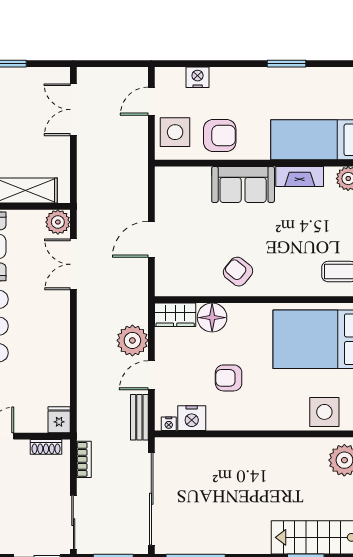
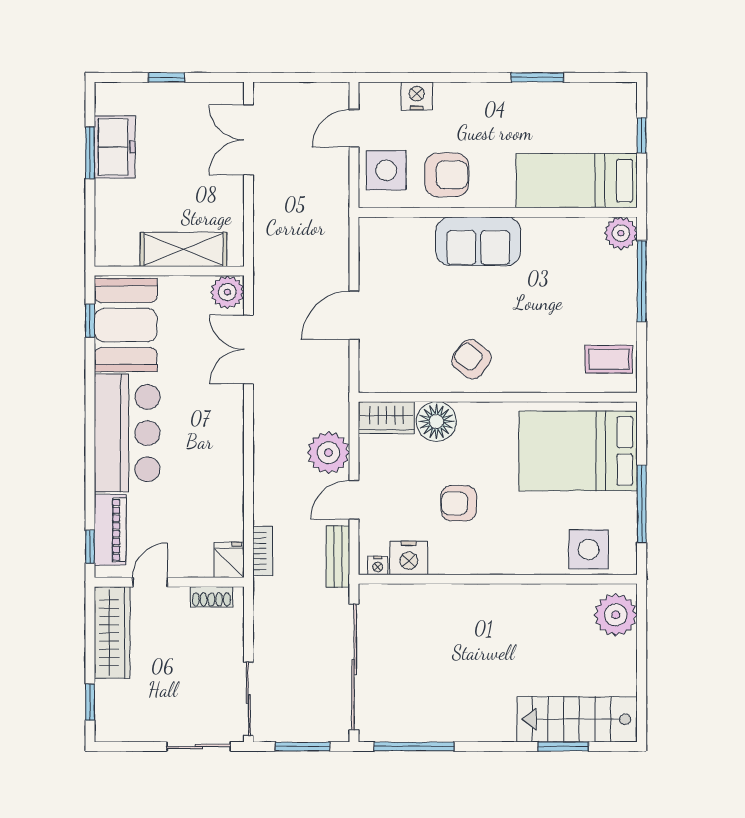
fireplace: (300, 177) -> (555, 230), removed
bookcase: (84, 459) -> (263, 551), moved

